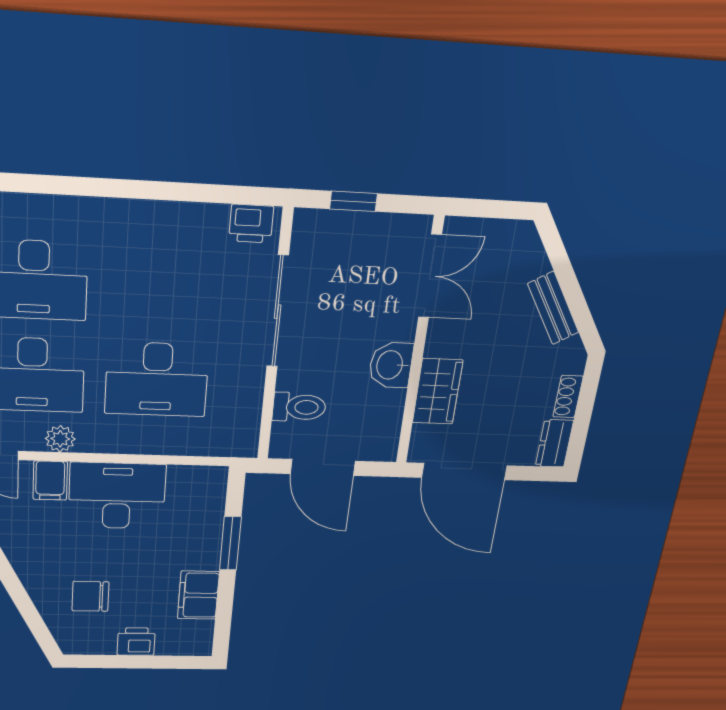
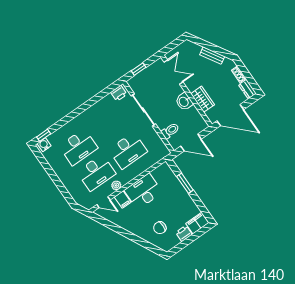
filing cabinet: (198, 595) -> (197, 223), moved, turned 90

